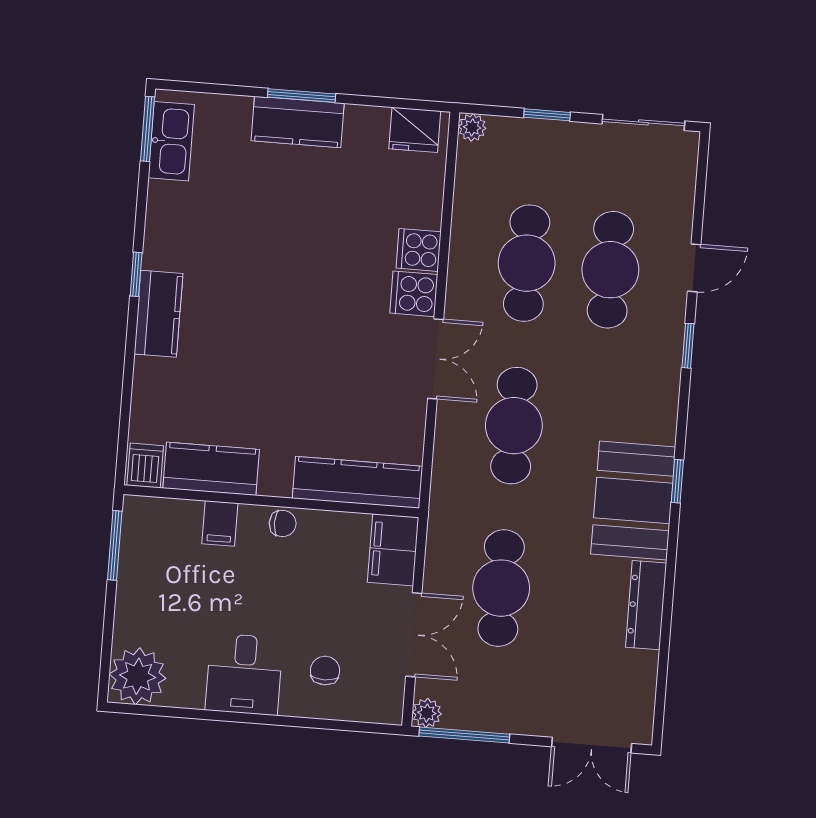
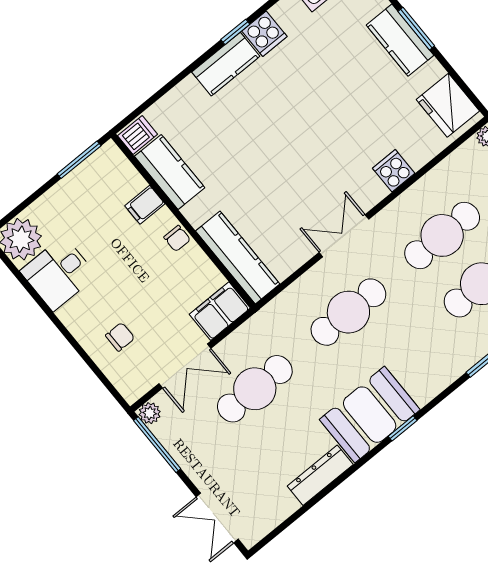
fridge: (415, 130) -> (448, 105), width x1.36, depth x1.34
cooker: (414, 294) -> (264, 34), moved, turned 180
double door: (436, 359) -> (344, 236), swing flipped
desk: (244, 674) -> (58, 273), moved

